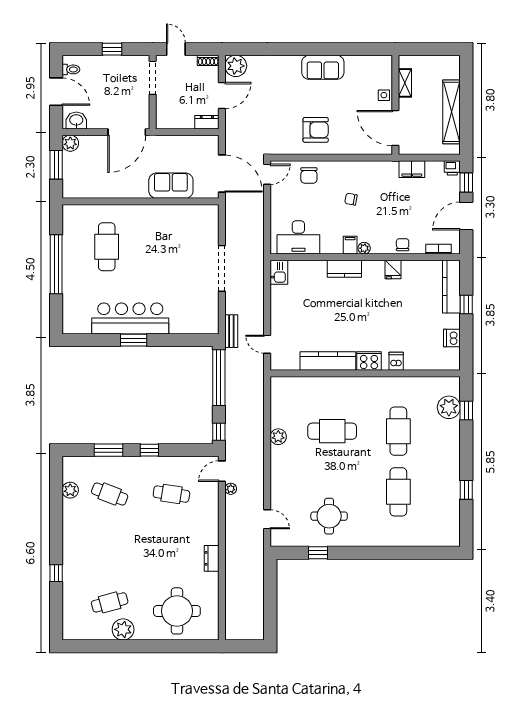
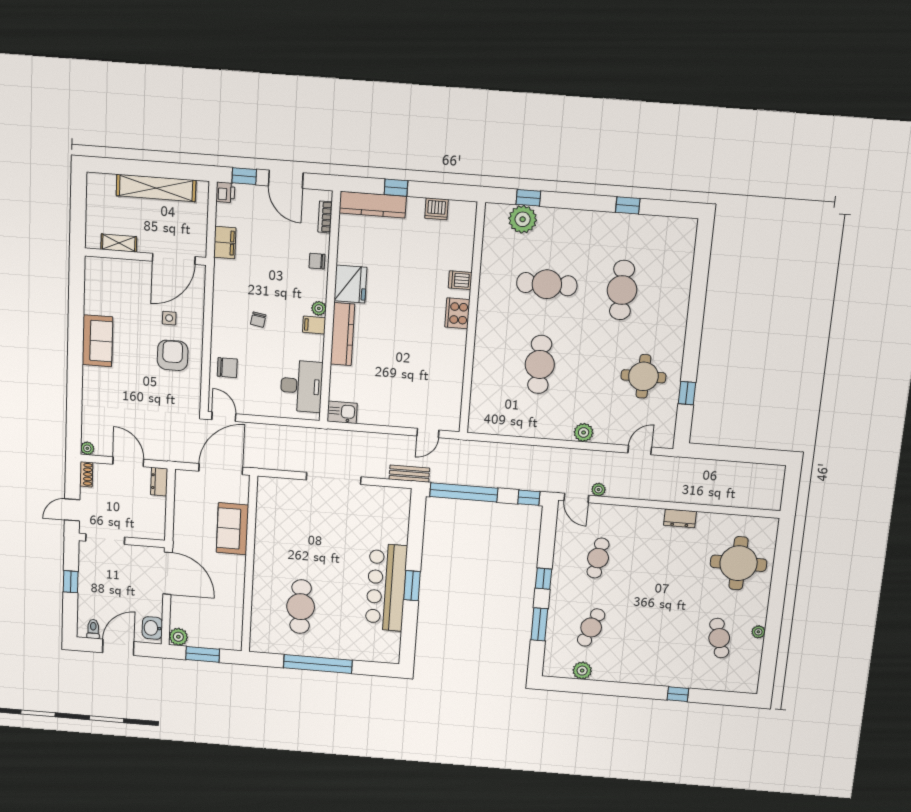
plant: (236, 66) -> (87, 448), width x0.53, depth x0.53
side table: (384, 95) -> (169, 318), moved
cafe table: (107, 247) -> (301, 607), turned 90
kitchen counter: (344, 269) -> (343, 334), width x1.50
fridge: (393, 270) -> (350, 284), width x1.88, depth x1.34
kitchen counter: (328, 361) -> (454, 363), removed
plant: (278, 437) -> (584, 432), moved
cafe table: (398, 492) -> (622, 290), turned 90
plant: (123, 629) -> (758, 632), width x0.53, depth x0.53

